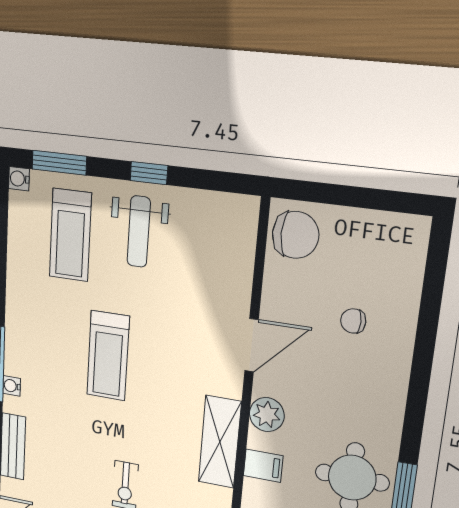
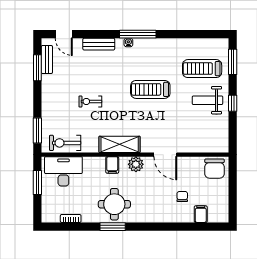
water cooler: (19, 179) -> (224, 43), removed
filing cabinet: (402, 283) -> (201, 214), added

